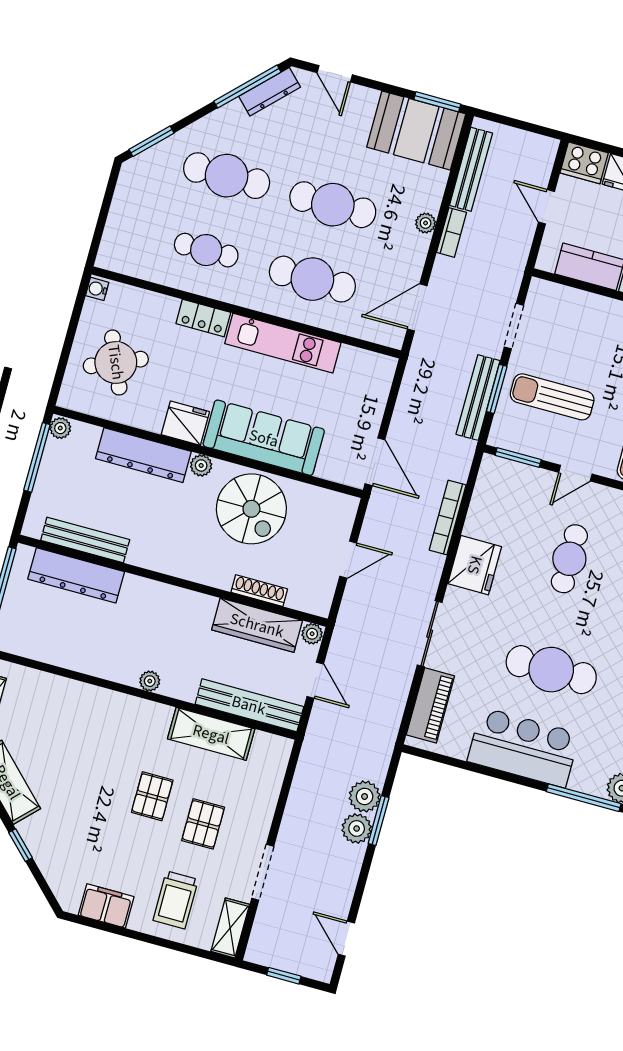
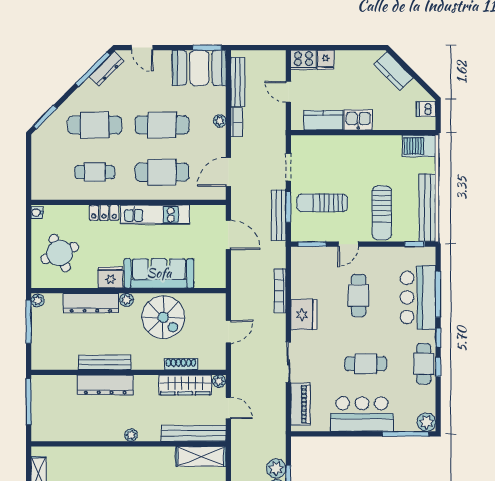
door: (375, 462) -> (228, 235), moved
bench: (85, 540) -> (105, 362), moved
dresser: (76, 575) -> (105, 385), moved
cafe table: (551, 670) -> (366, 364), width x0.73, depth x0.74
shelving: (211, 734) -> (201, 456), moved

